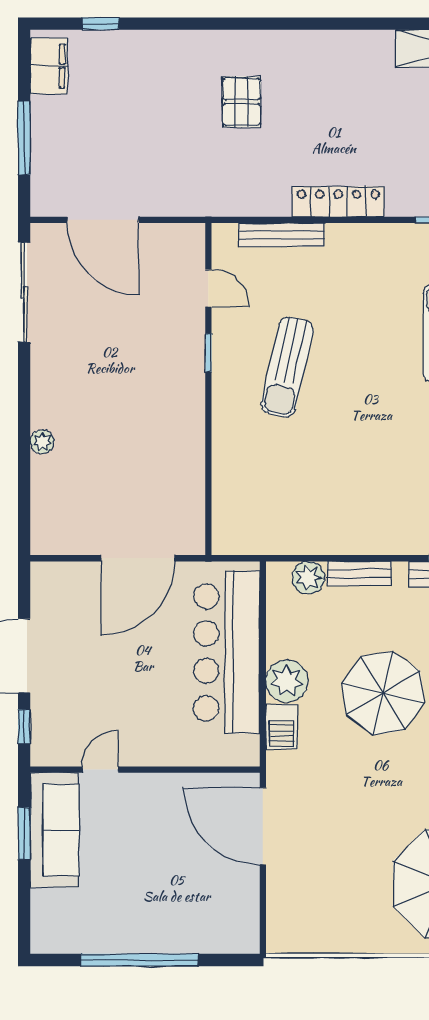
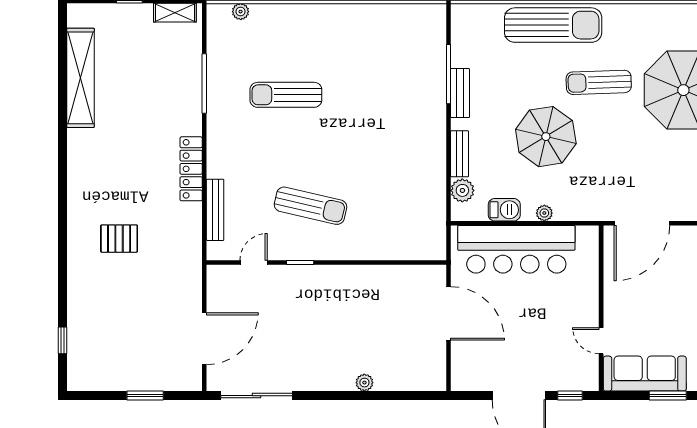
filing cabinet: (49, 66) -> (93, 378), removed
window: (24, 138) -> (145, 396), width x0.69
plant: (287, 681) -> (544, 213), width x0.53, depth x0.53
barbecue: (282, 727) -> (504, 210), moved
window: (24, 833) -> (668, 396), moved

